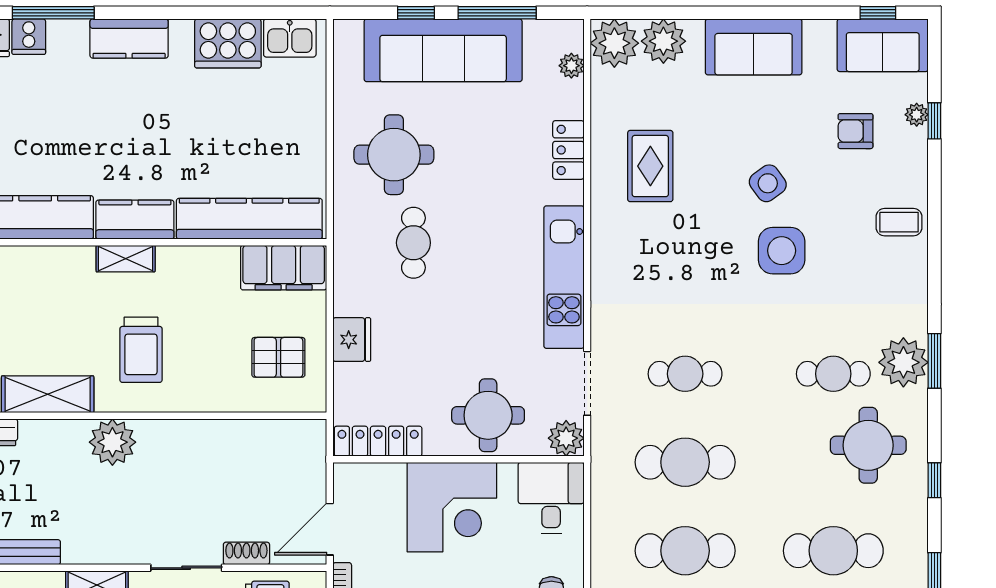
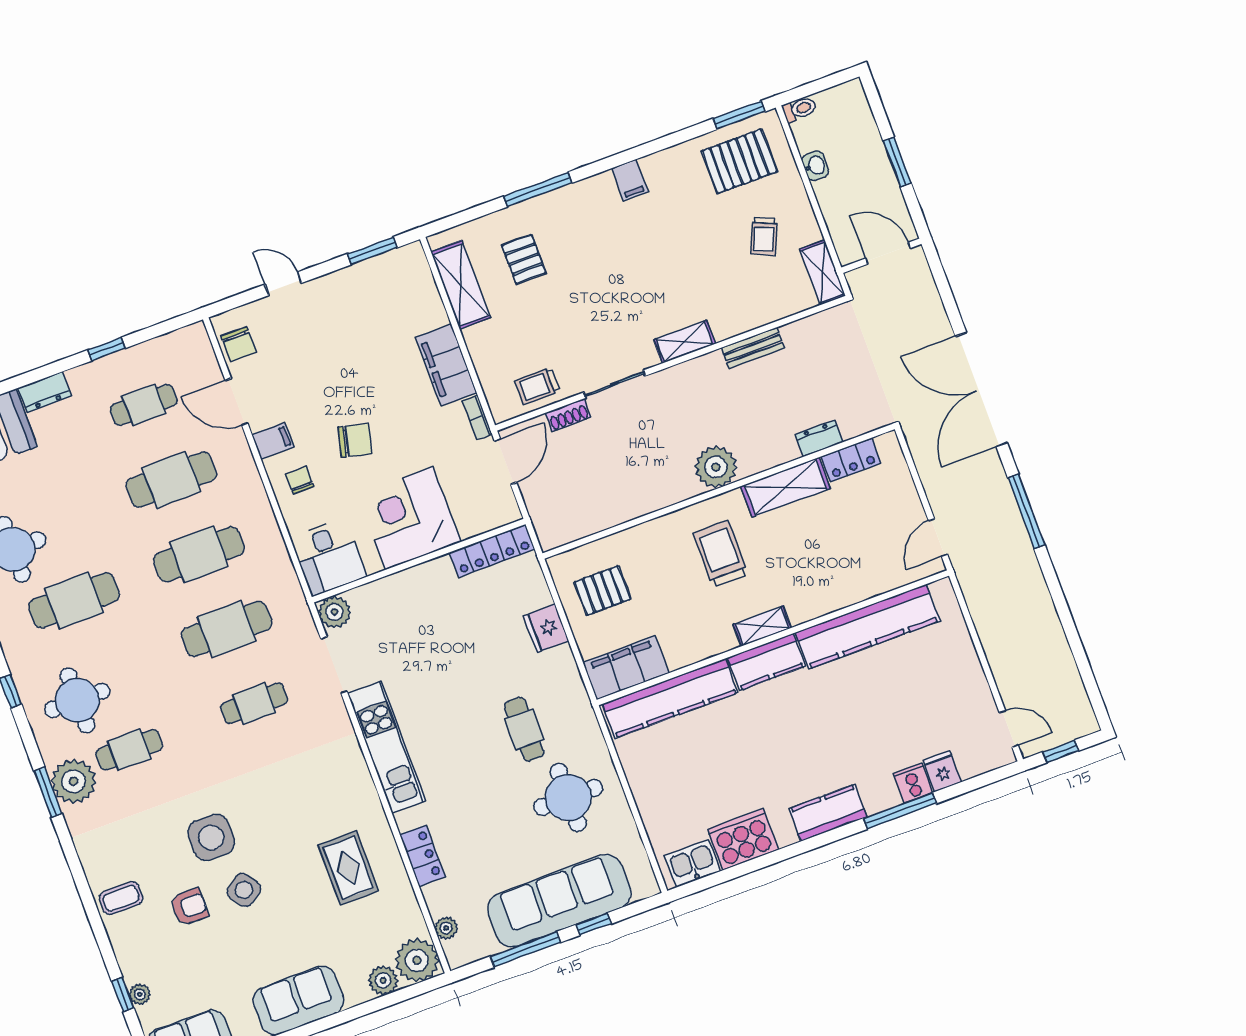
plant: (663, 41) -> (383, 980), width x0.73, depth x0.73
armchair: (855, 131) -> (189, 907), moved
round table: (488, 415) -> (407, 607), removed

